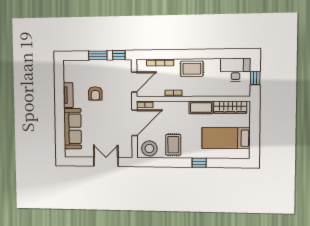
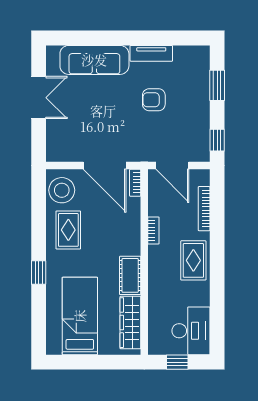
window: (98, 55) -> (217, 85), moved
rug: (173, 145) -> (68, 230), turned 90
double door: (106, 162) -> (39, 98), moved

